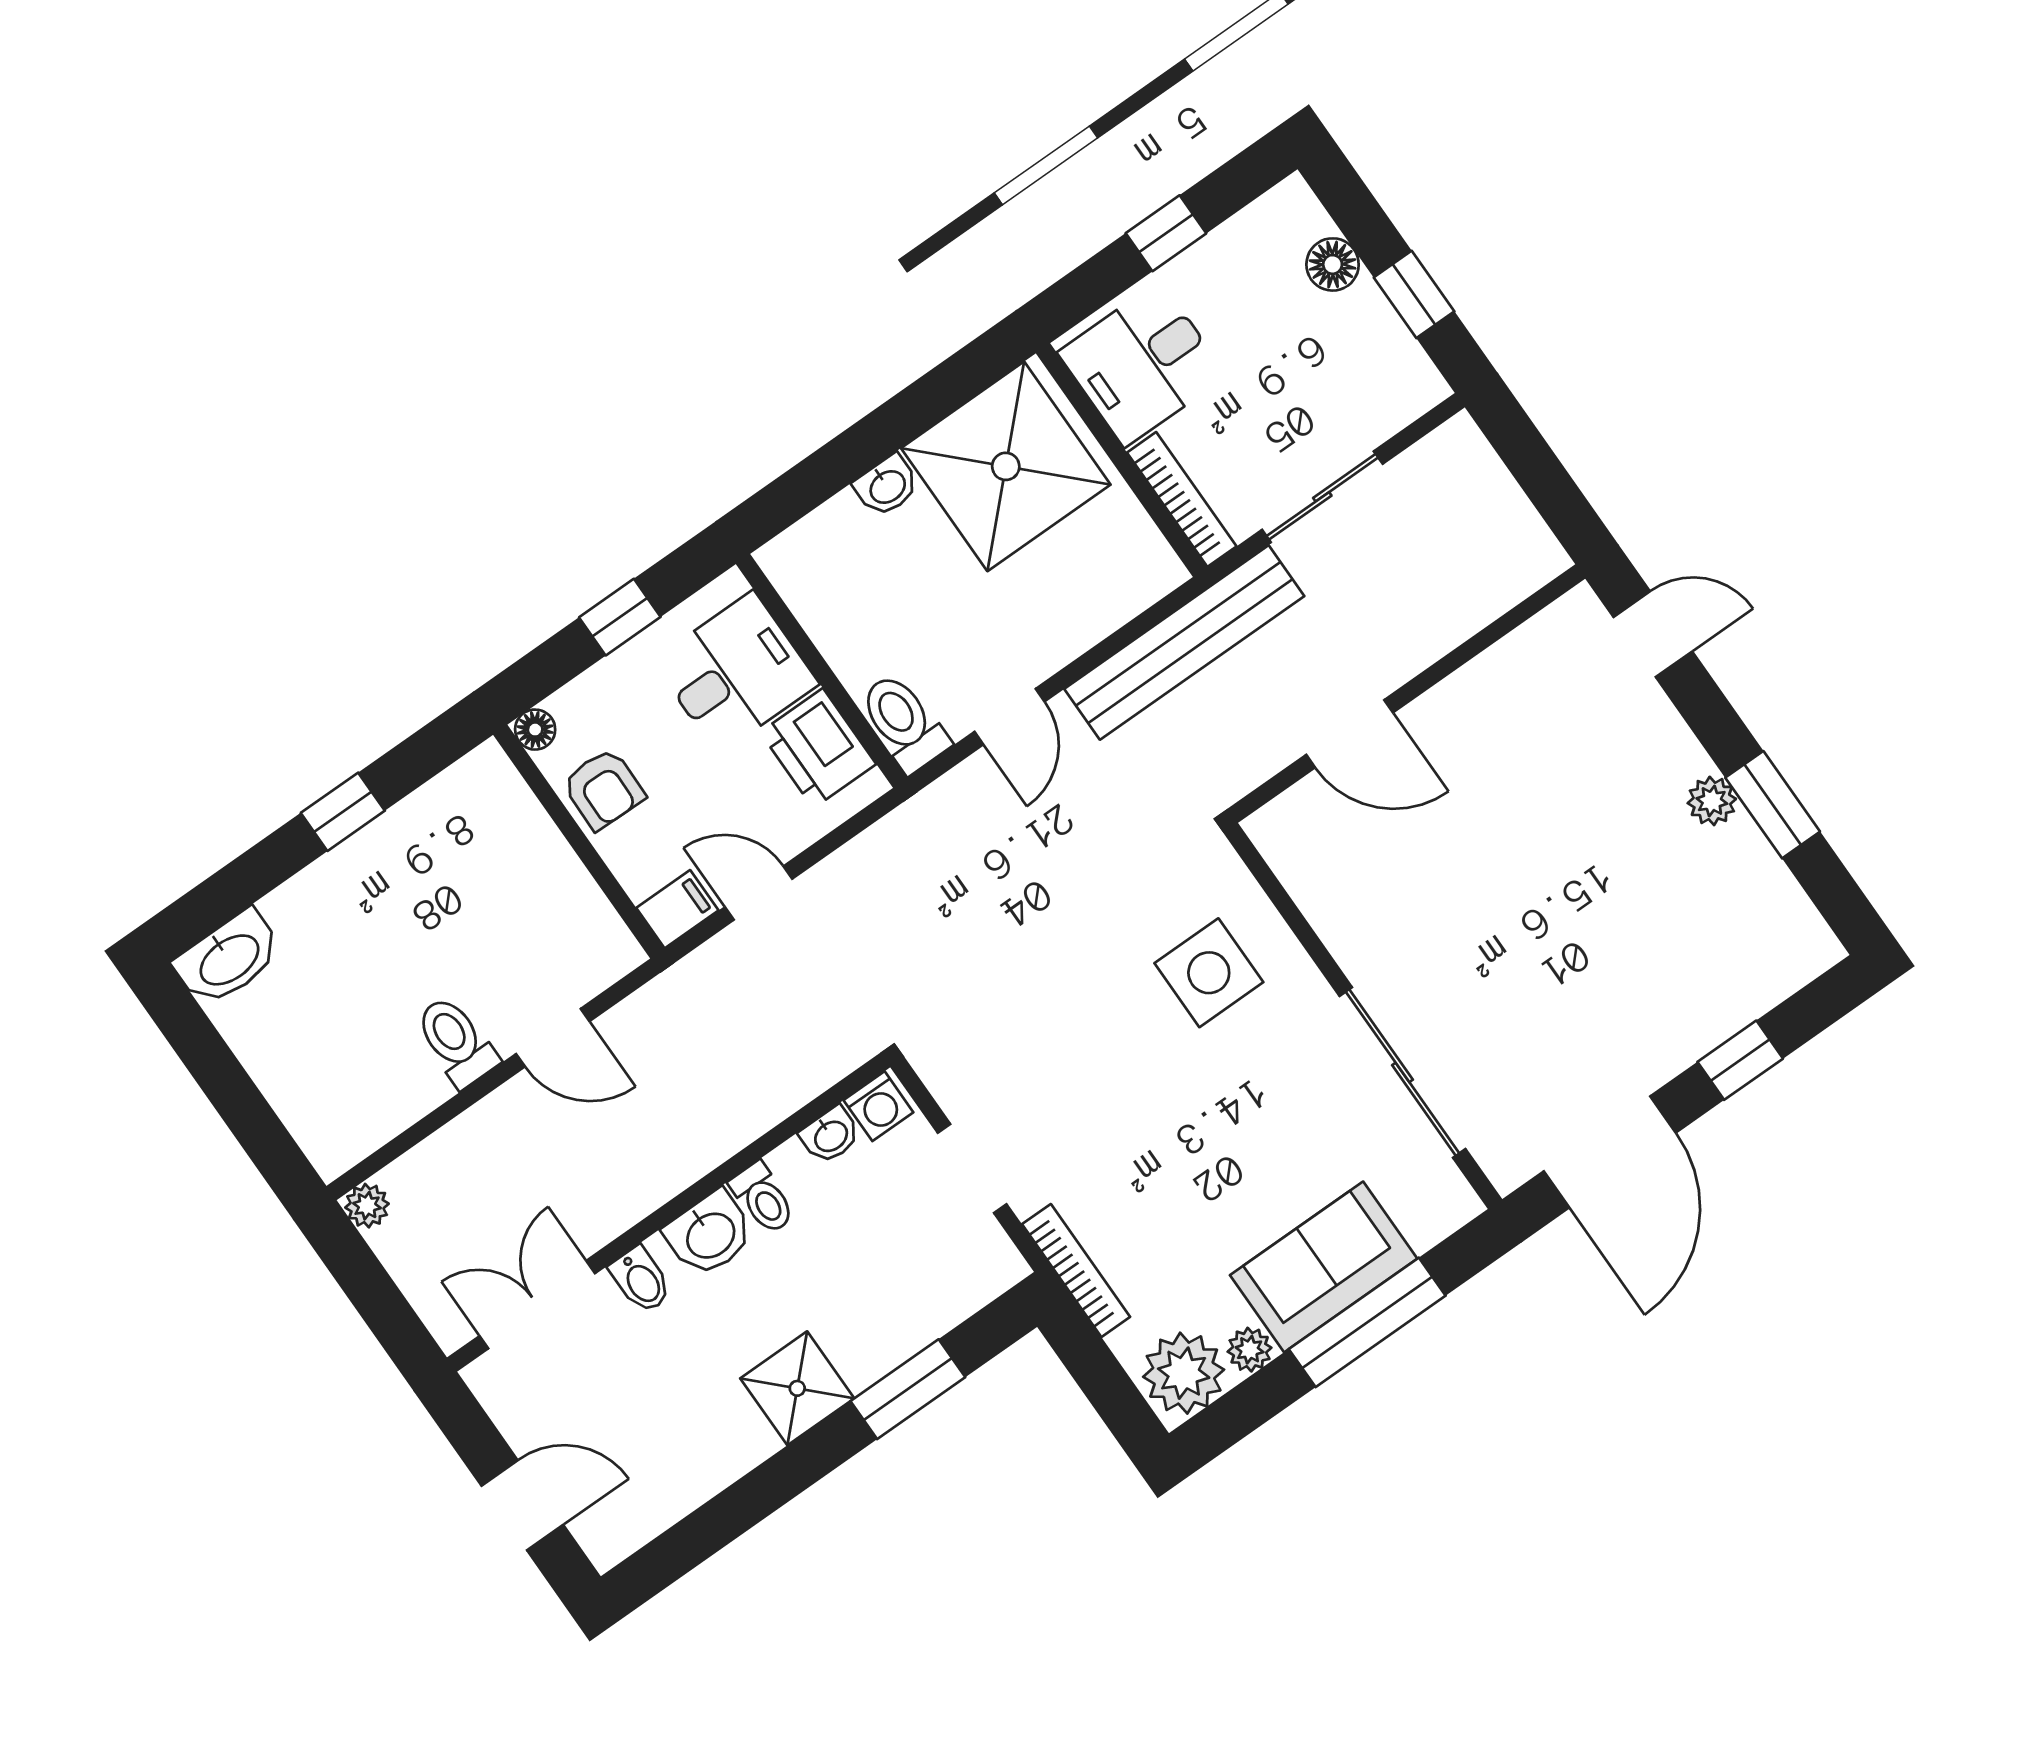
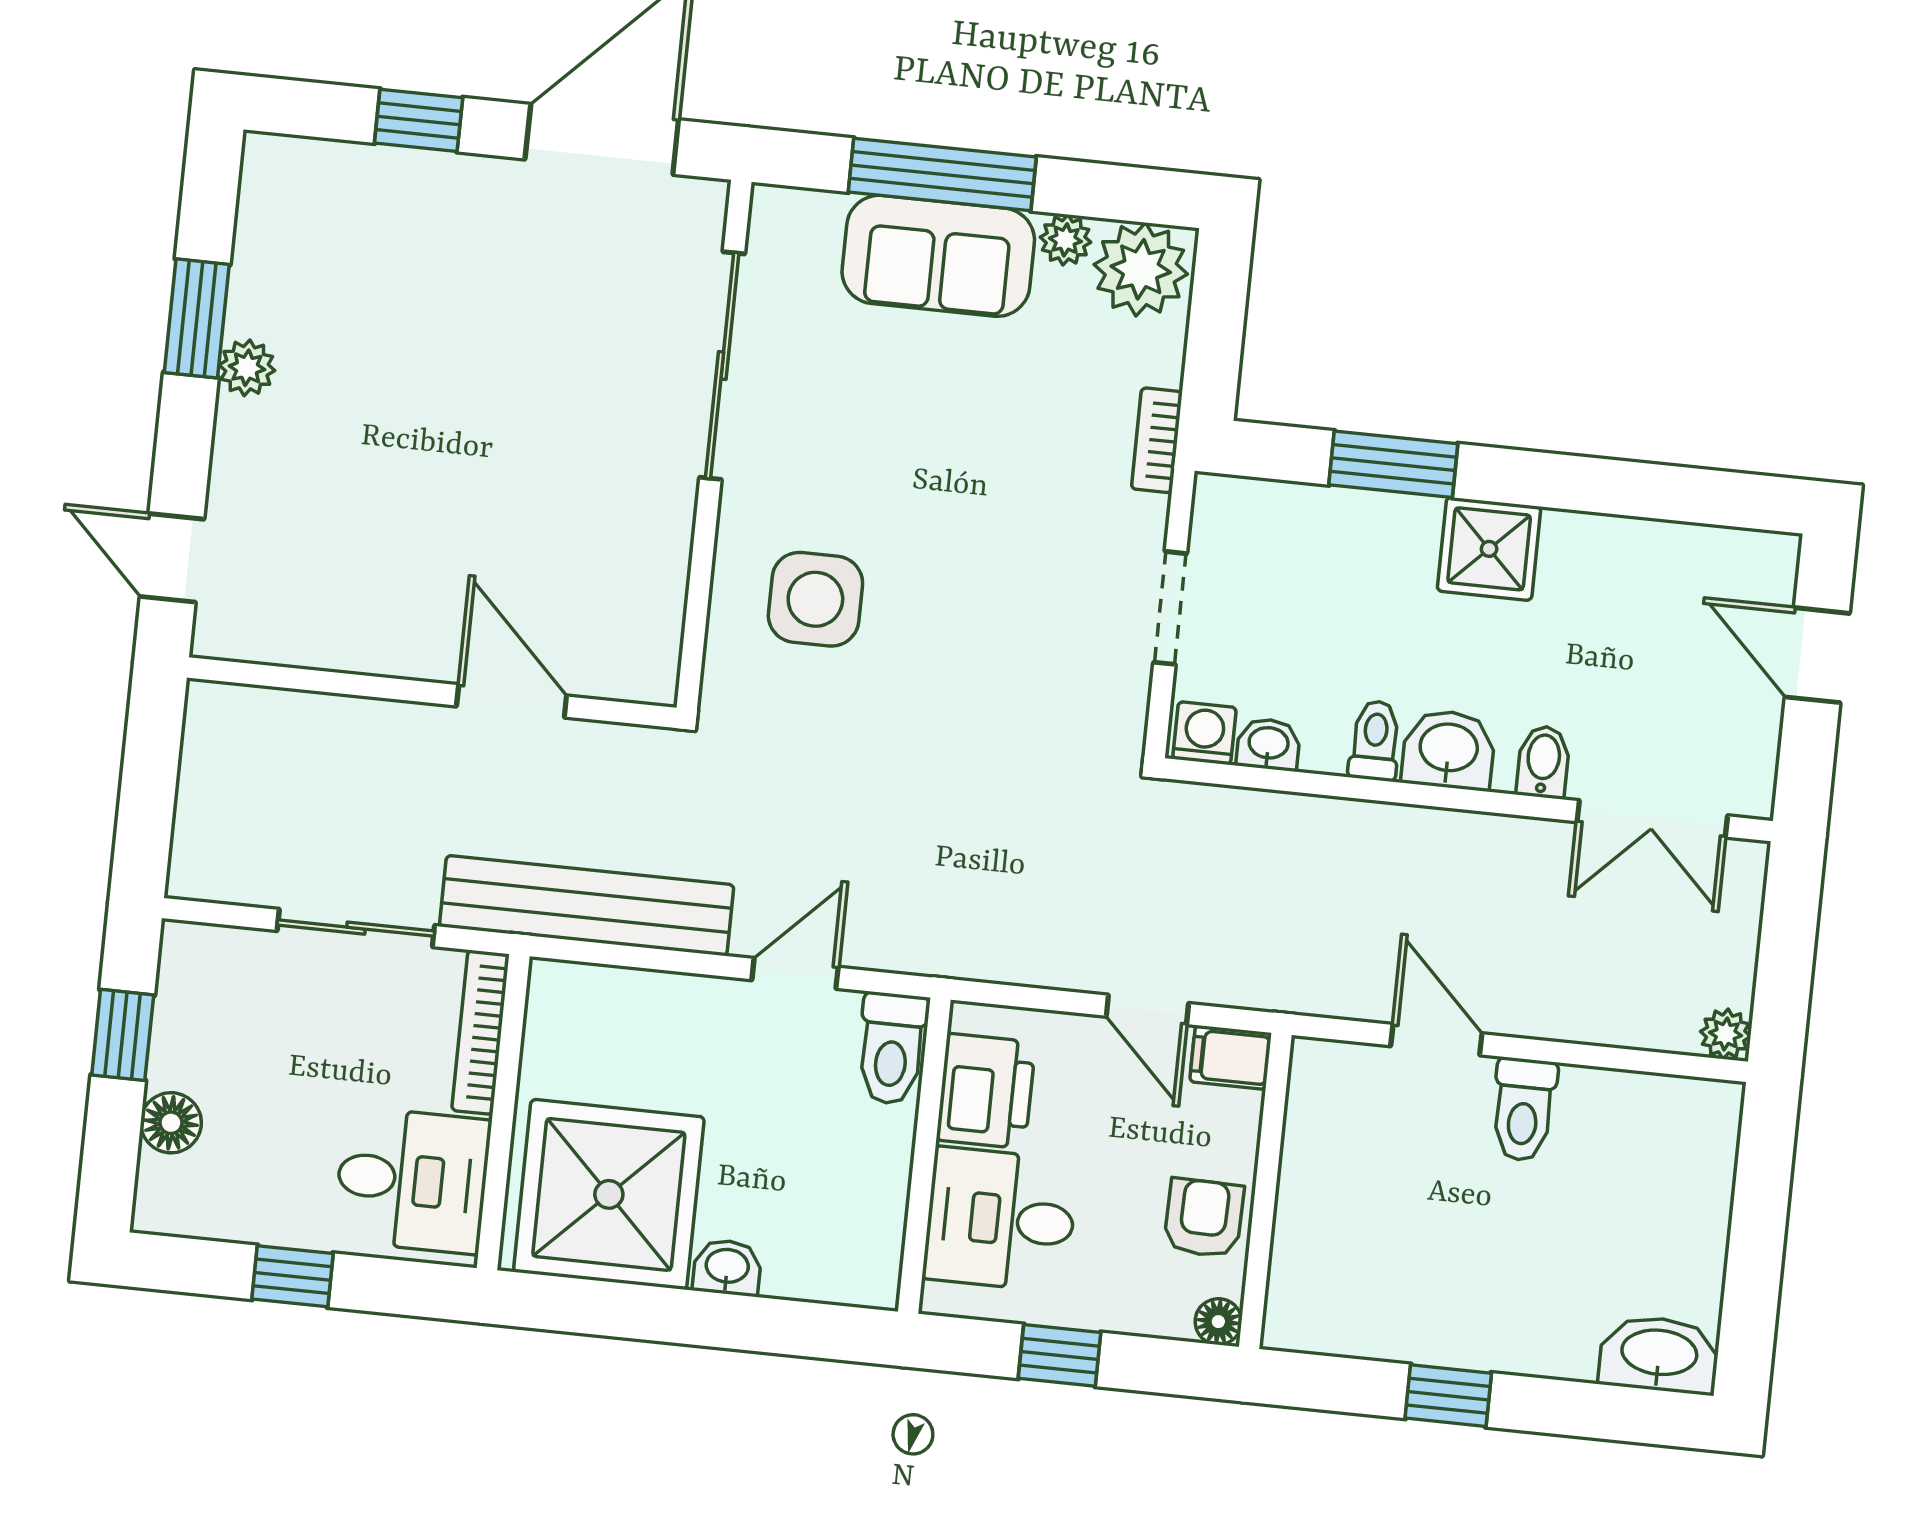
bookcase: (1076, 1271) -> (1157, 440), width x0.64

